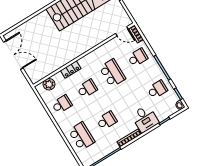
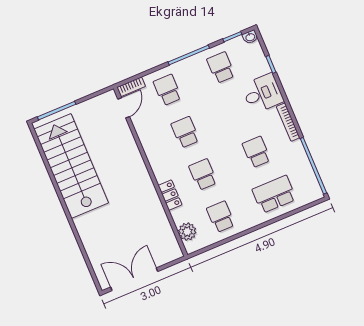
school desk: (112, 73) -> (185, 132), width x0.54

